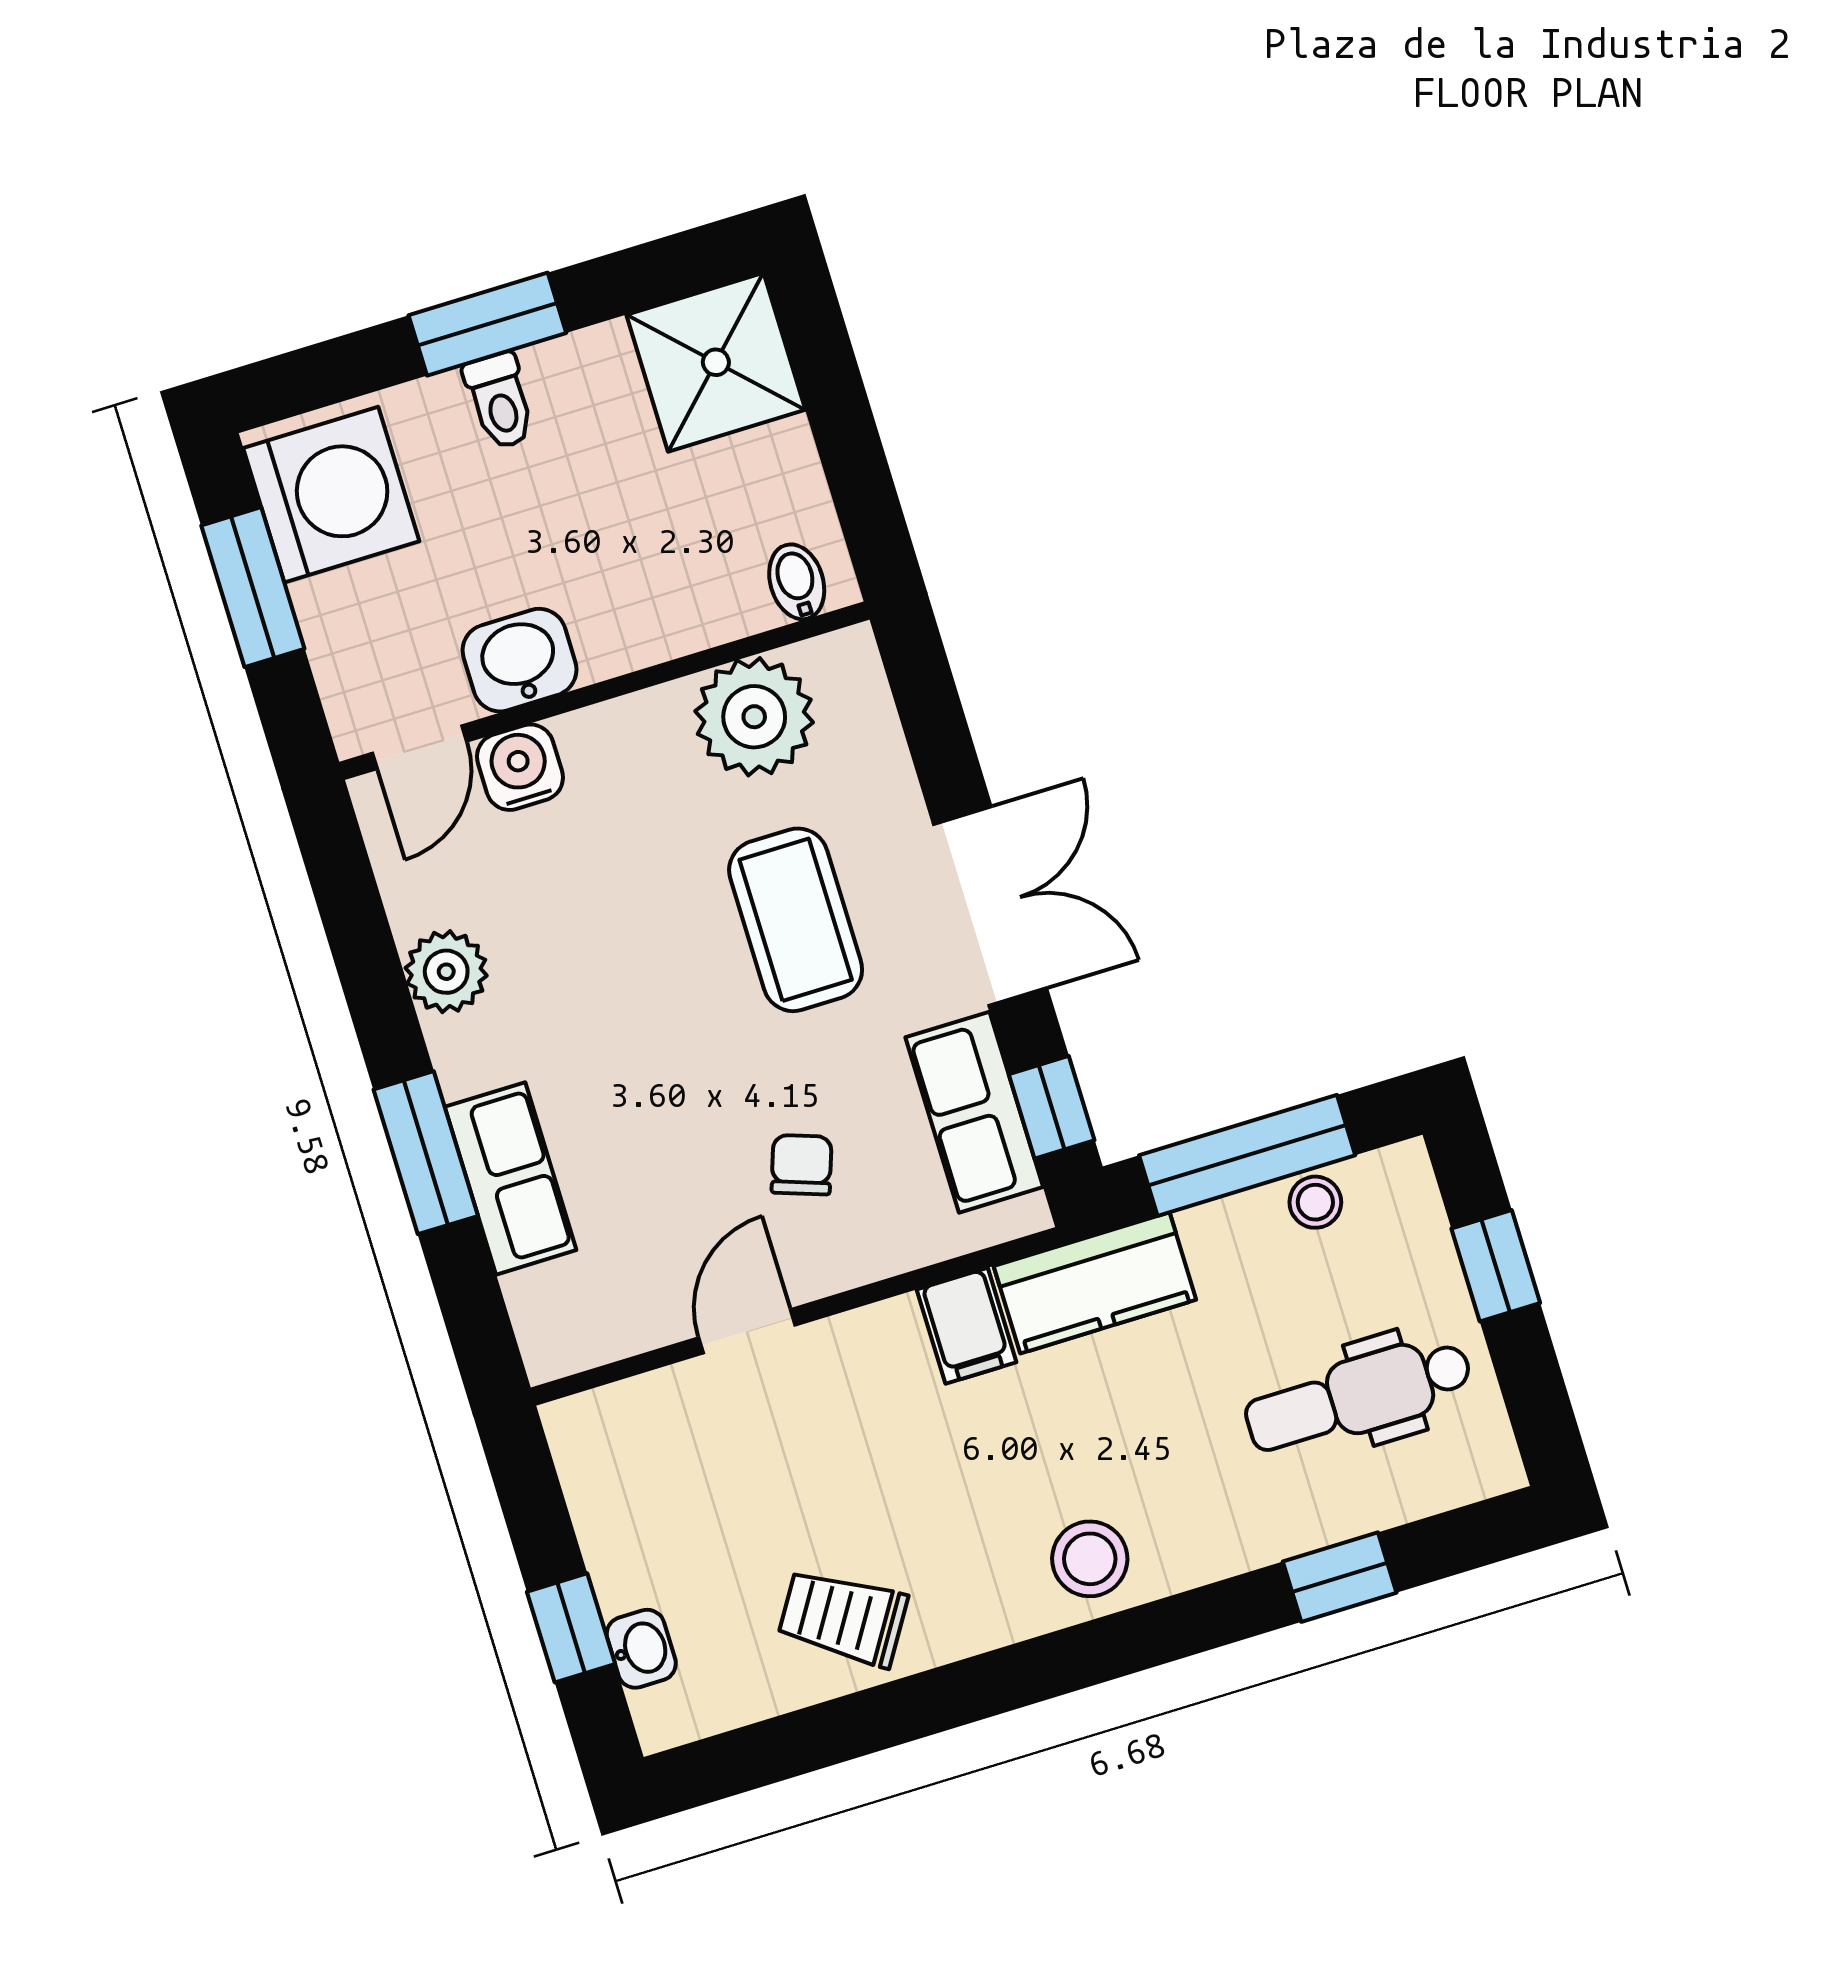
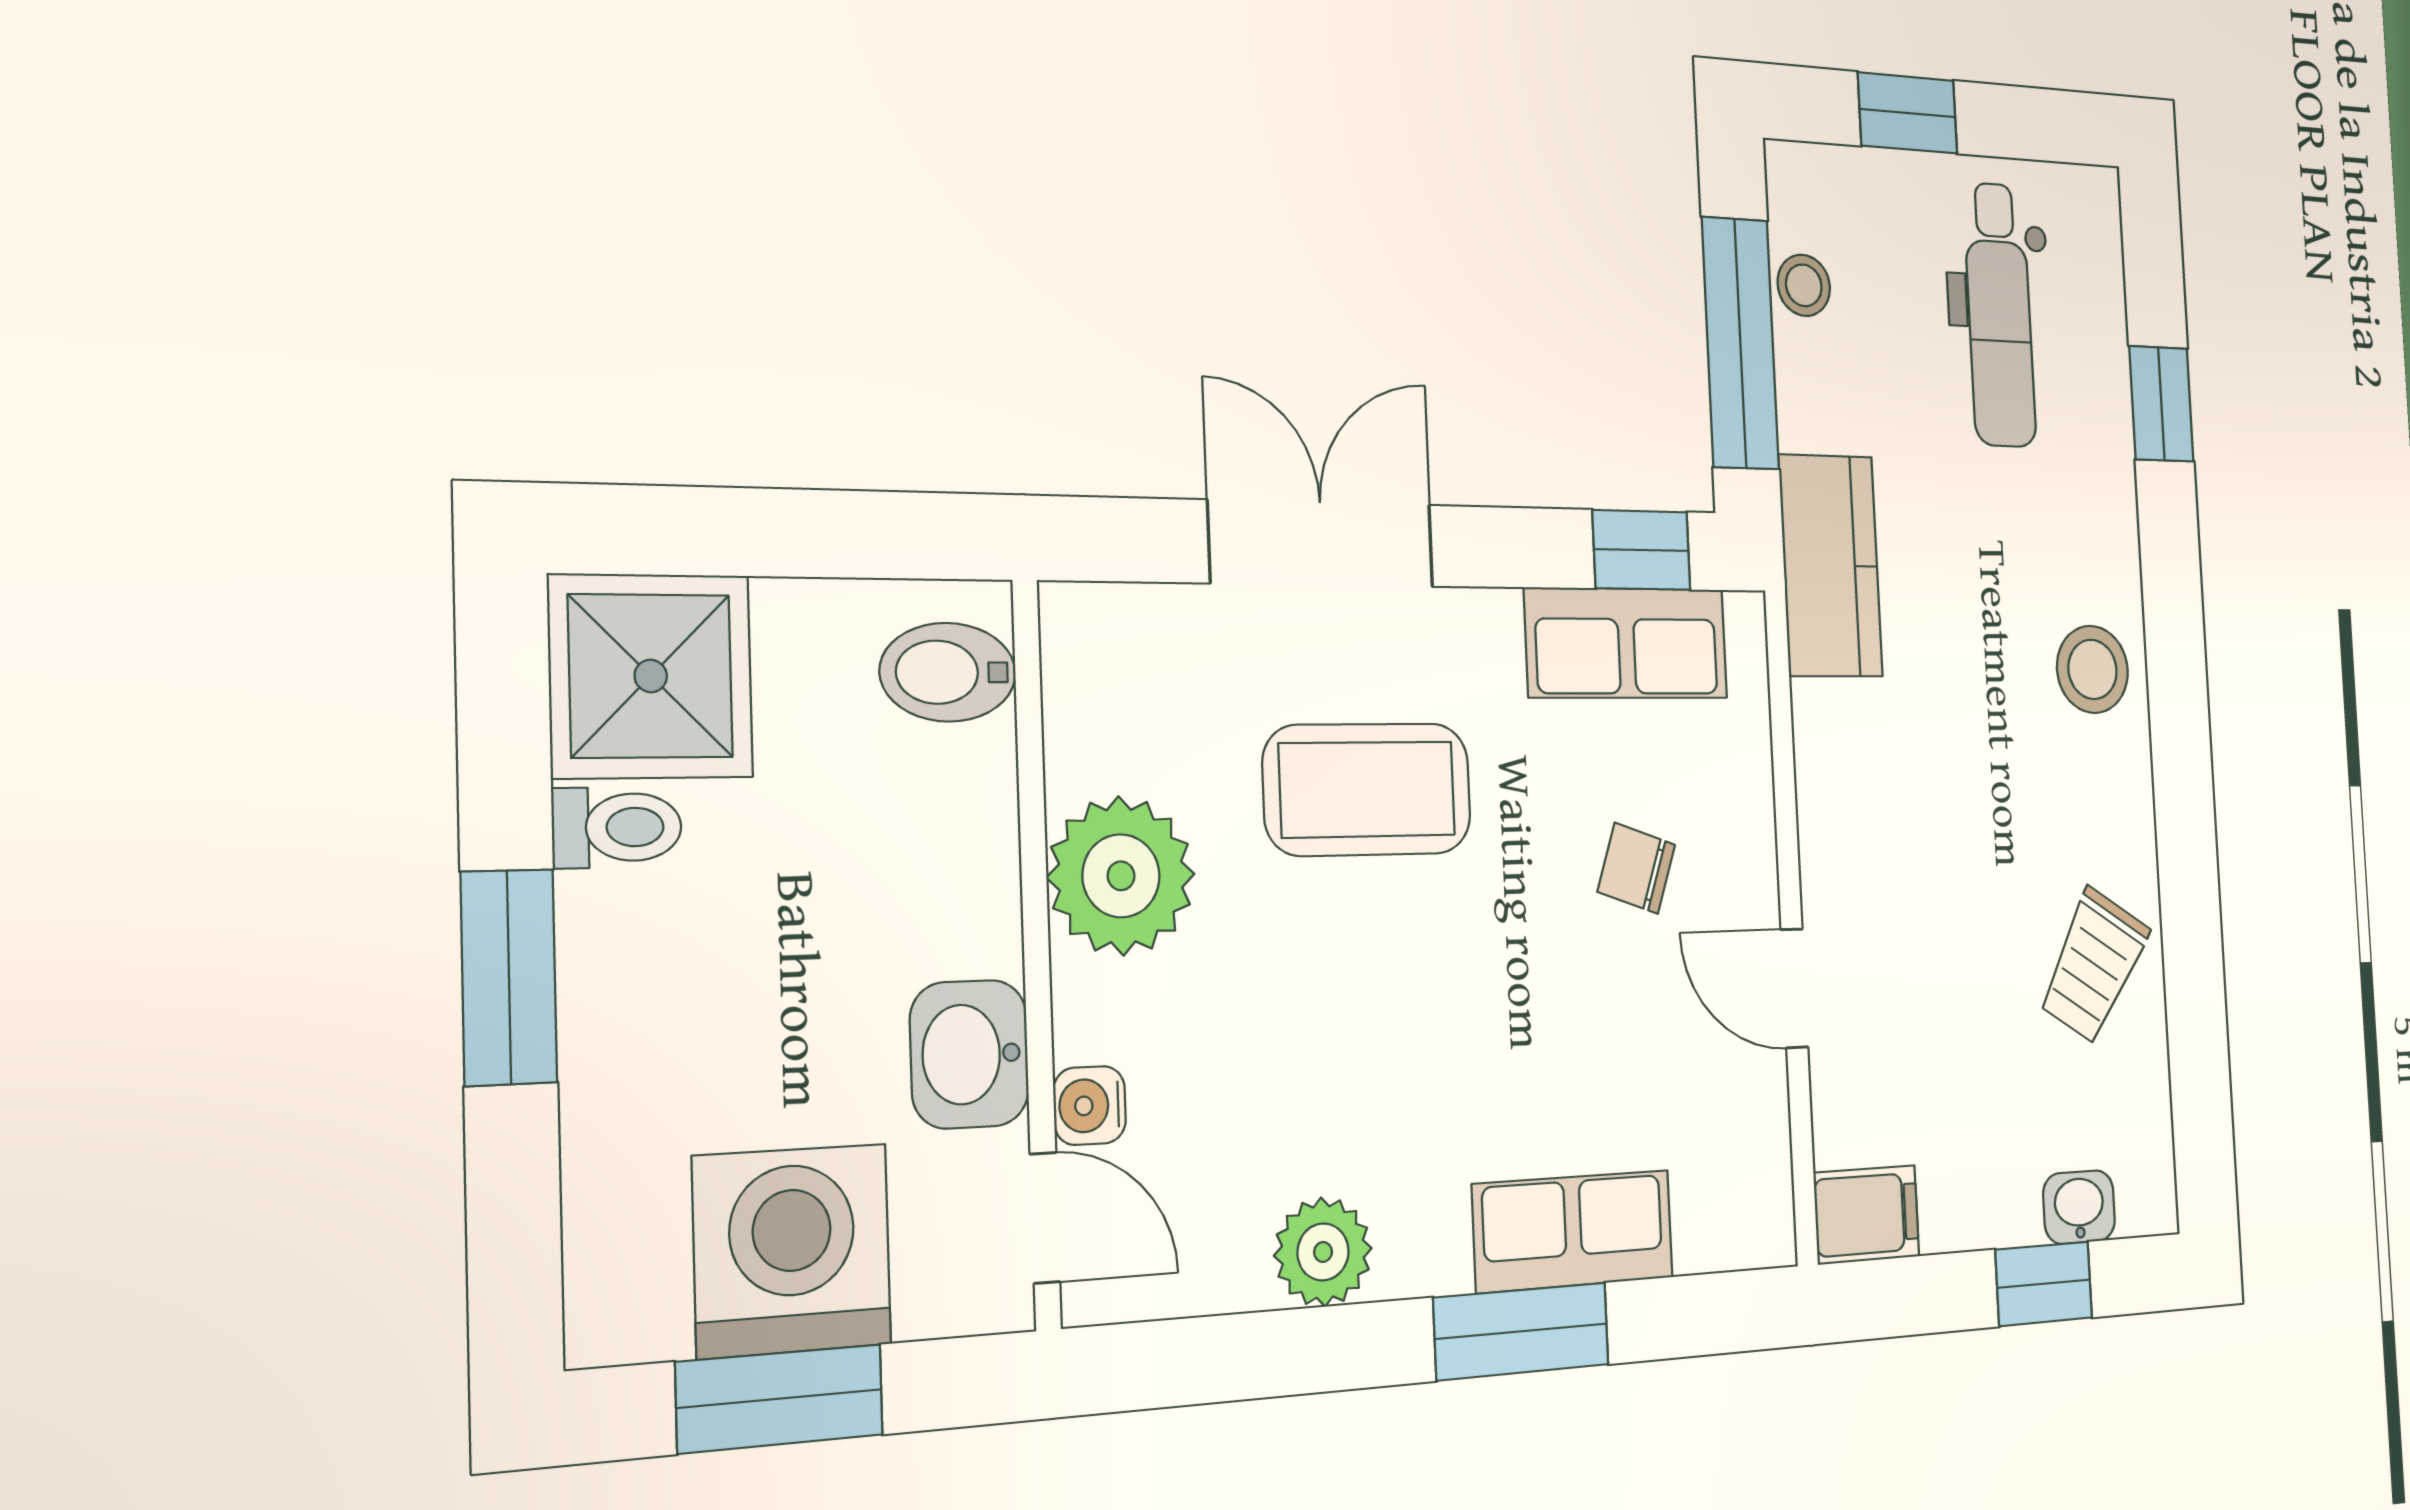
toilet: (500, 401) -> (617, 827), moved
washing machine: (331, 495) -> (792, 1251), moved
bidet: (797, 582) -> (948, 672), width x1.38, depth x1.36
plant: (754, 717) -> (1121, 876), moved
water cooler: (520, 767) -> (1090, 1106), width x0.72, depth x0.72
double door: (990, 906) -> (1321, 544), moved
filing cabinet: (967, 1326) -> (1867, 1215), moved

